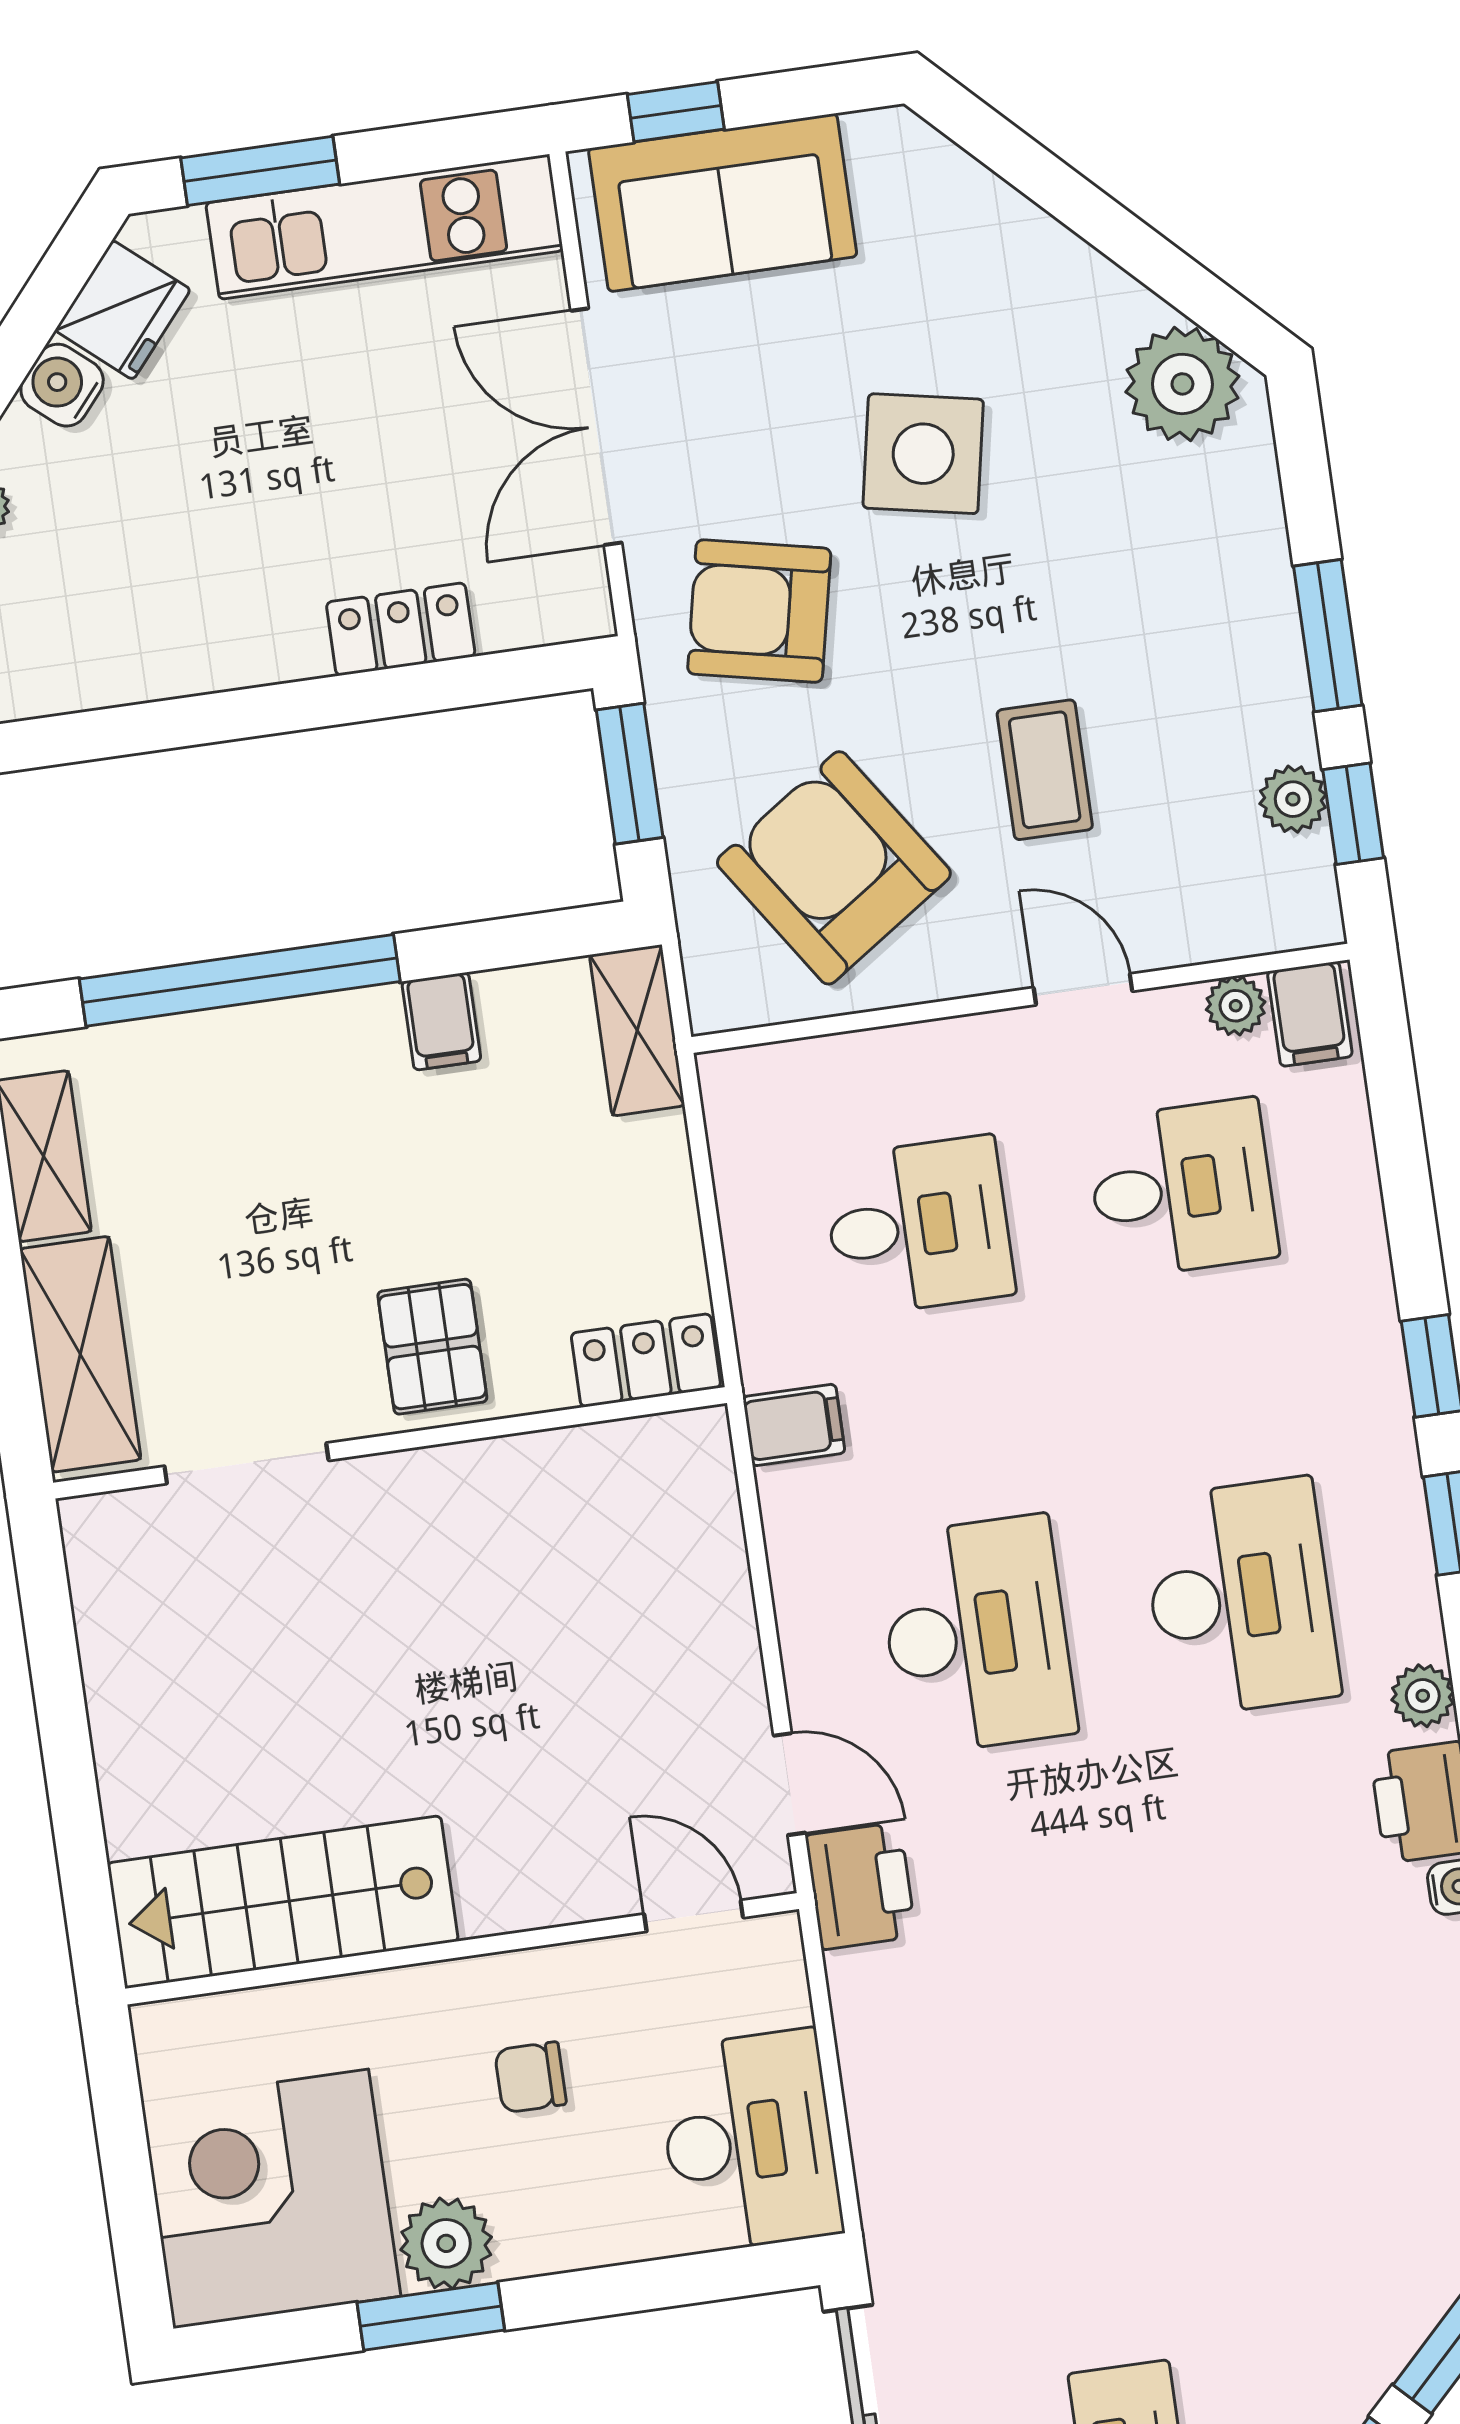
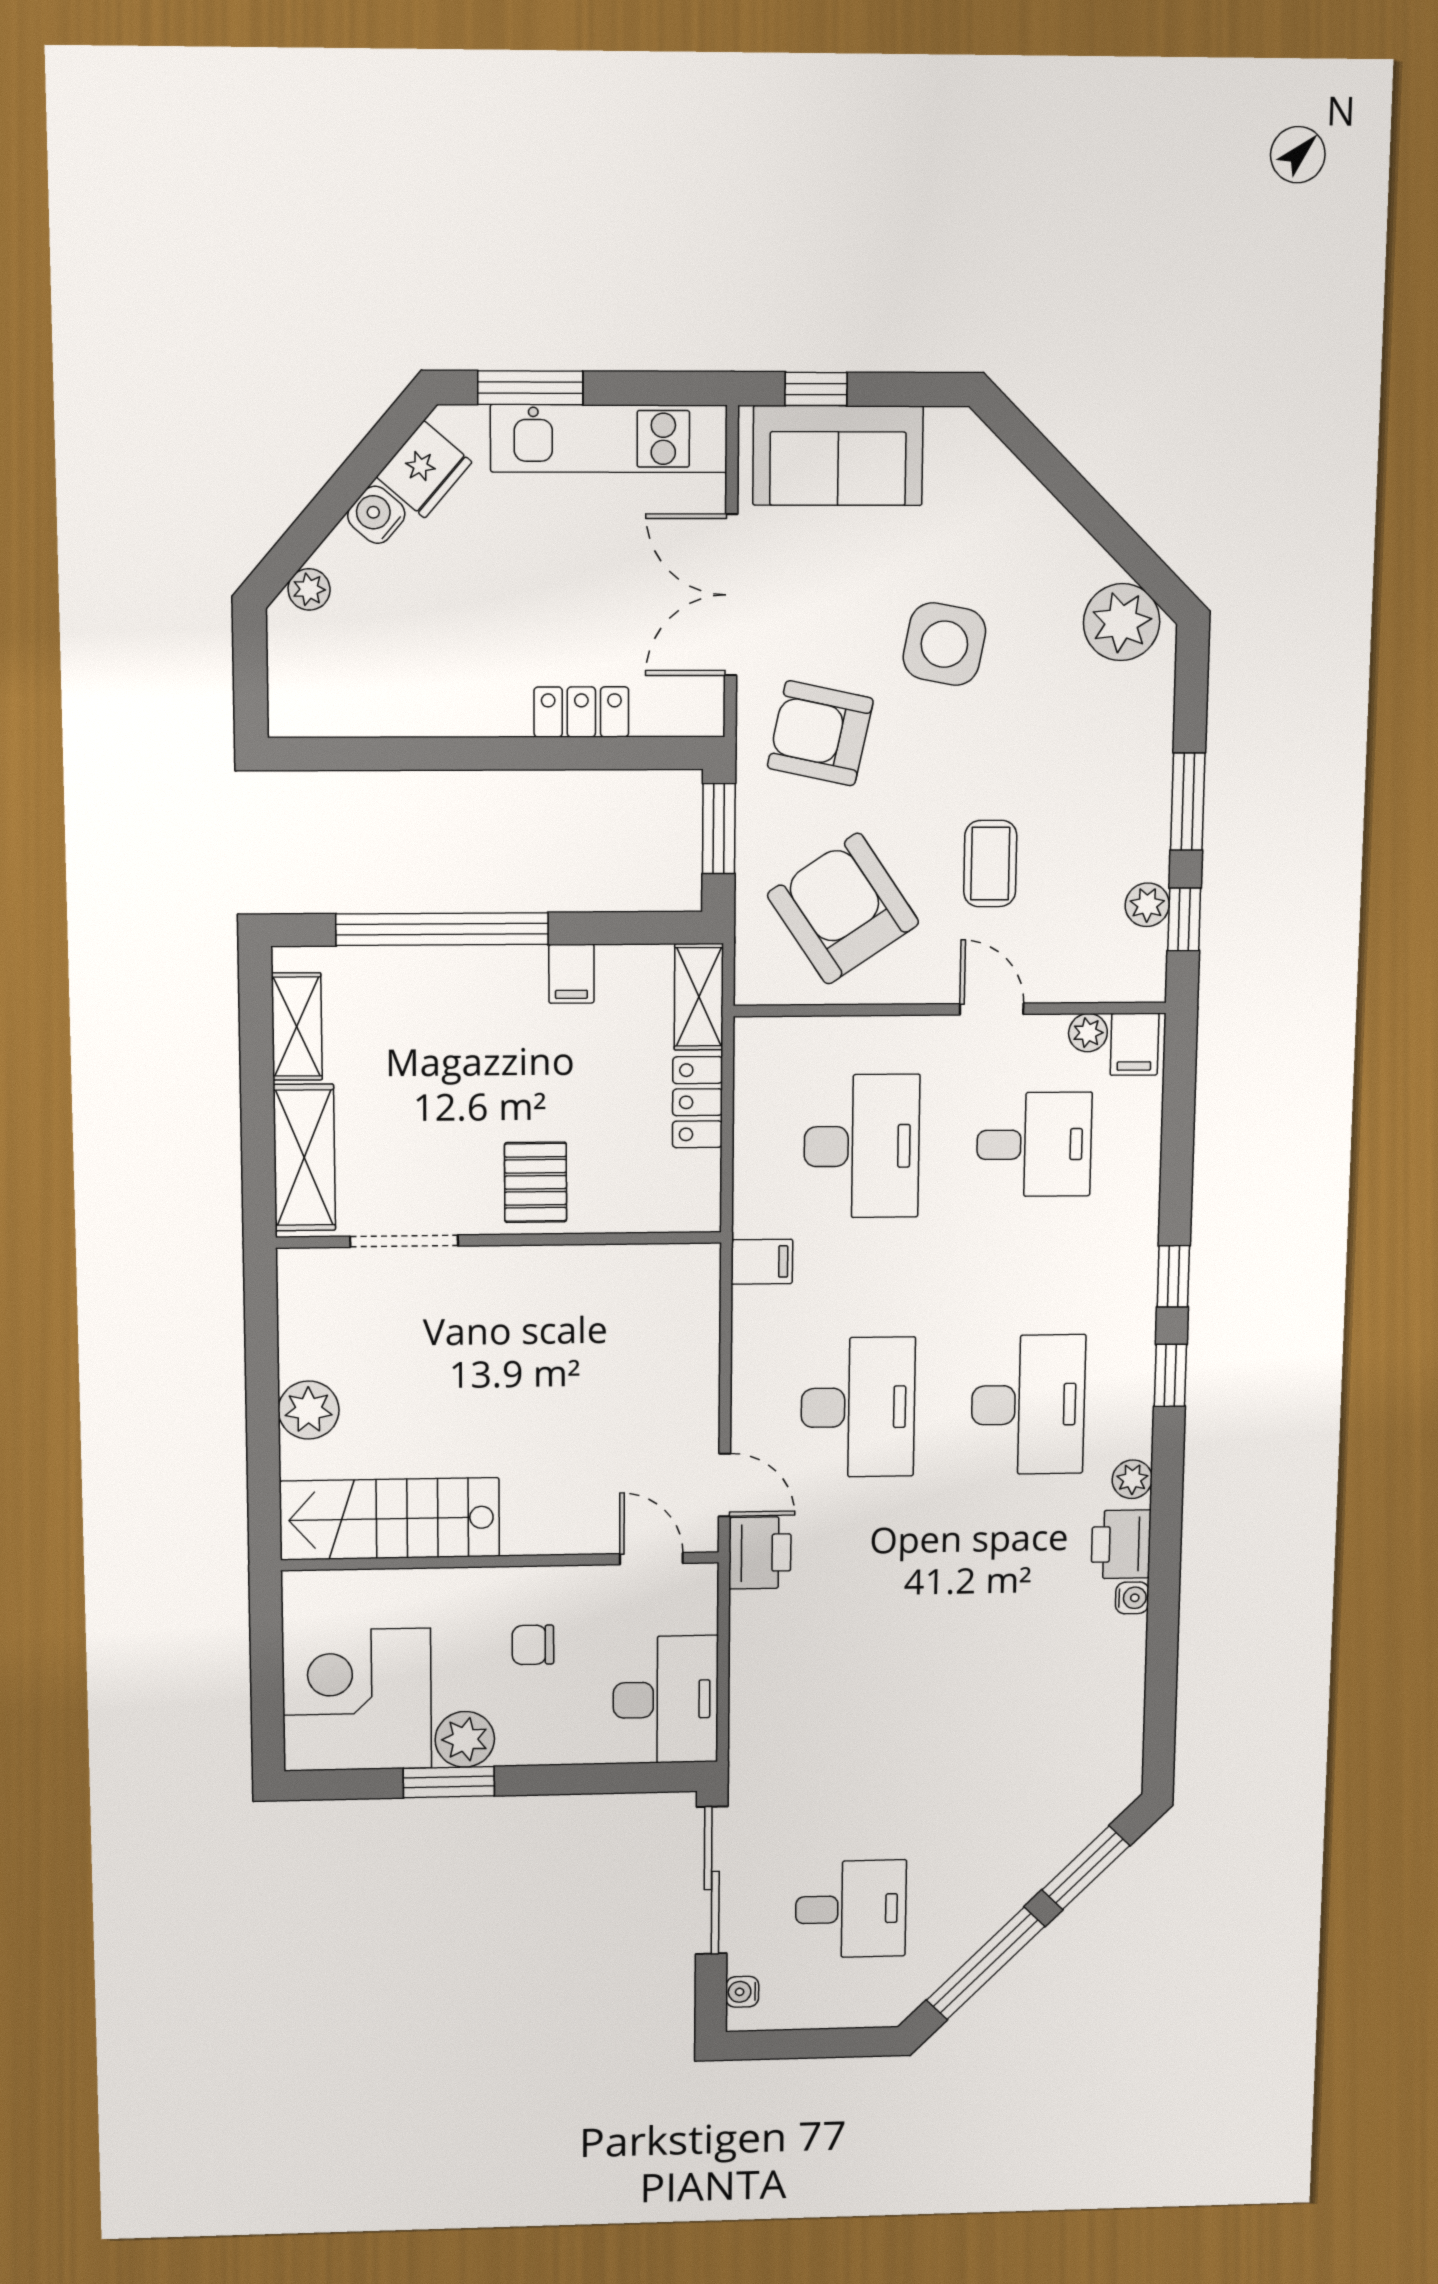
desk: (918, 1226) -> (862, 1146), width x1.37
locker: (646, 1360) -> (697, 1102), moved, turned -90
plant: (137, 1745) -> (309, 1410), added

